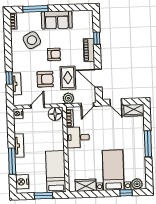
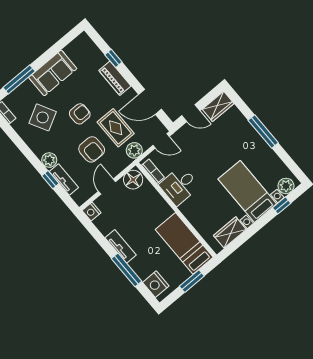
plant: (17, 67) -> (49, 160), added
armchair: (45, 79) -> (92, 149), turned 90
door: (87, 105) -> (161, 141), hinge flipped

